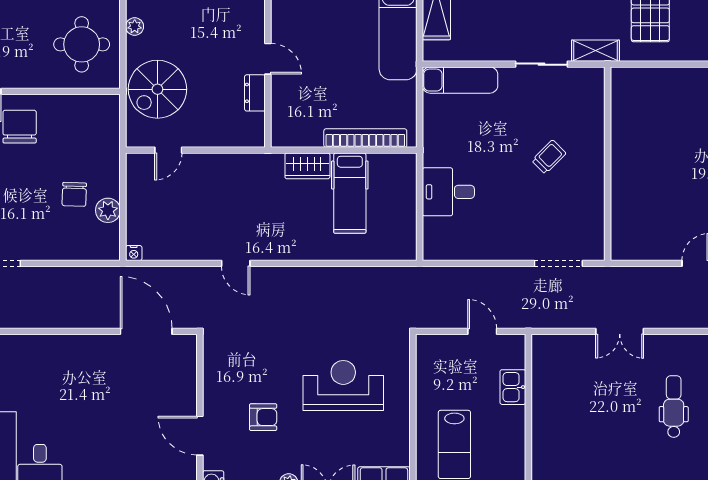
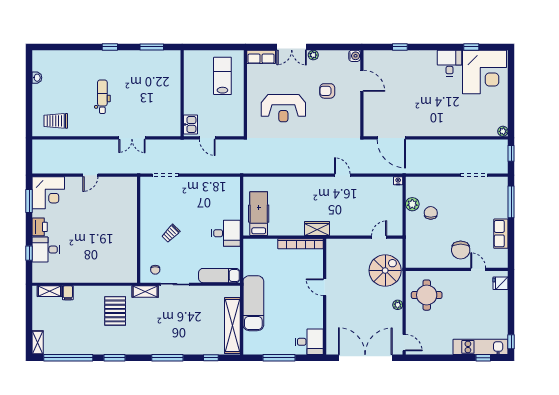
chair: (577, 91) -> (155, 270), added
dresser: (255, 93) -> (332, 268), removed
bookcase: (365, 138) -> (301, 244), moved
wardrobe: (307, 166) -> (317, 228), moved
desk: (448, 192) -> (226, 233), moved
hospital bed: (350, 193) -> (259, 214), moved
double door: (620, 331) -> (132, 138), swing flipped
kitchen sink: (513, 387) -> (190, 124), moved
dental chair: (674, 406) -> (102, 97), turned 180

